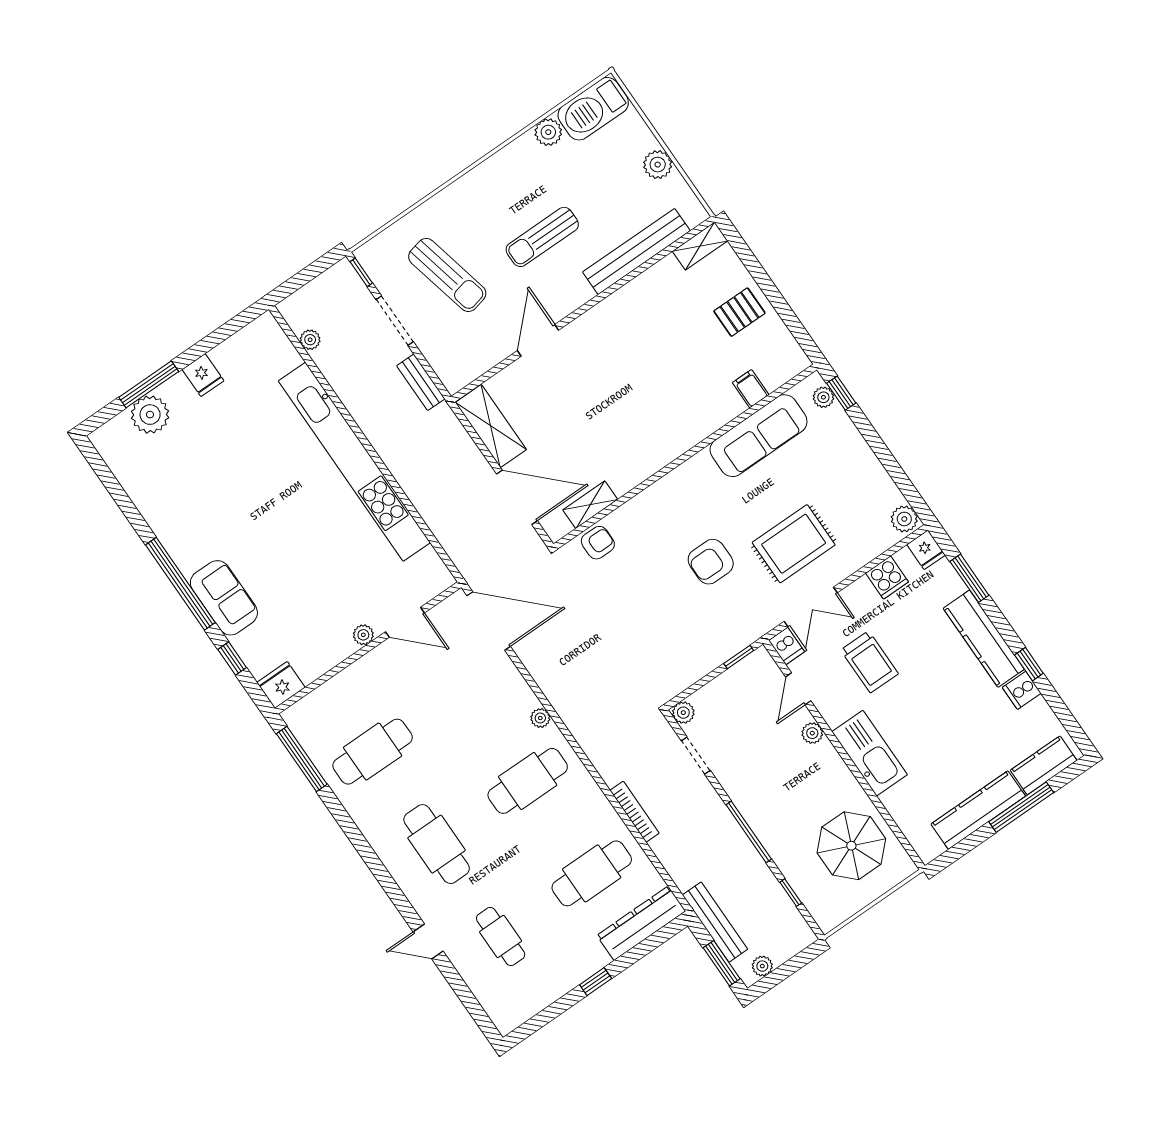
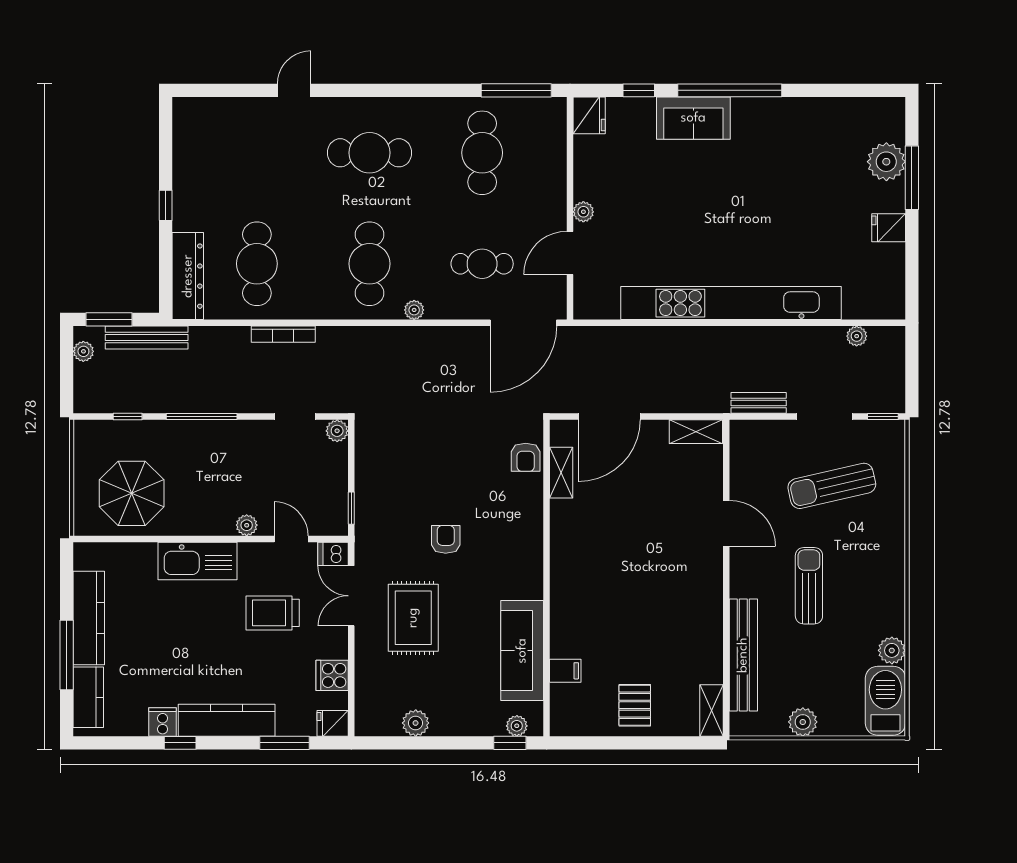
shelving: (491, 426) -> (696, 432), width x0.67, depth x0.75
plant: (904, 519) -> (416, 723), moved
armchair: (711, 562) -> (446, 539), width x0.72, depth x0.72
cafe table: (501, 936) -> (482, 264), moved

